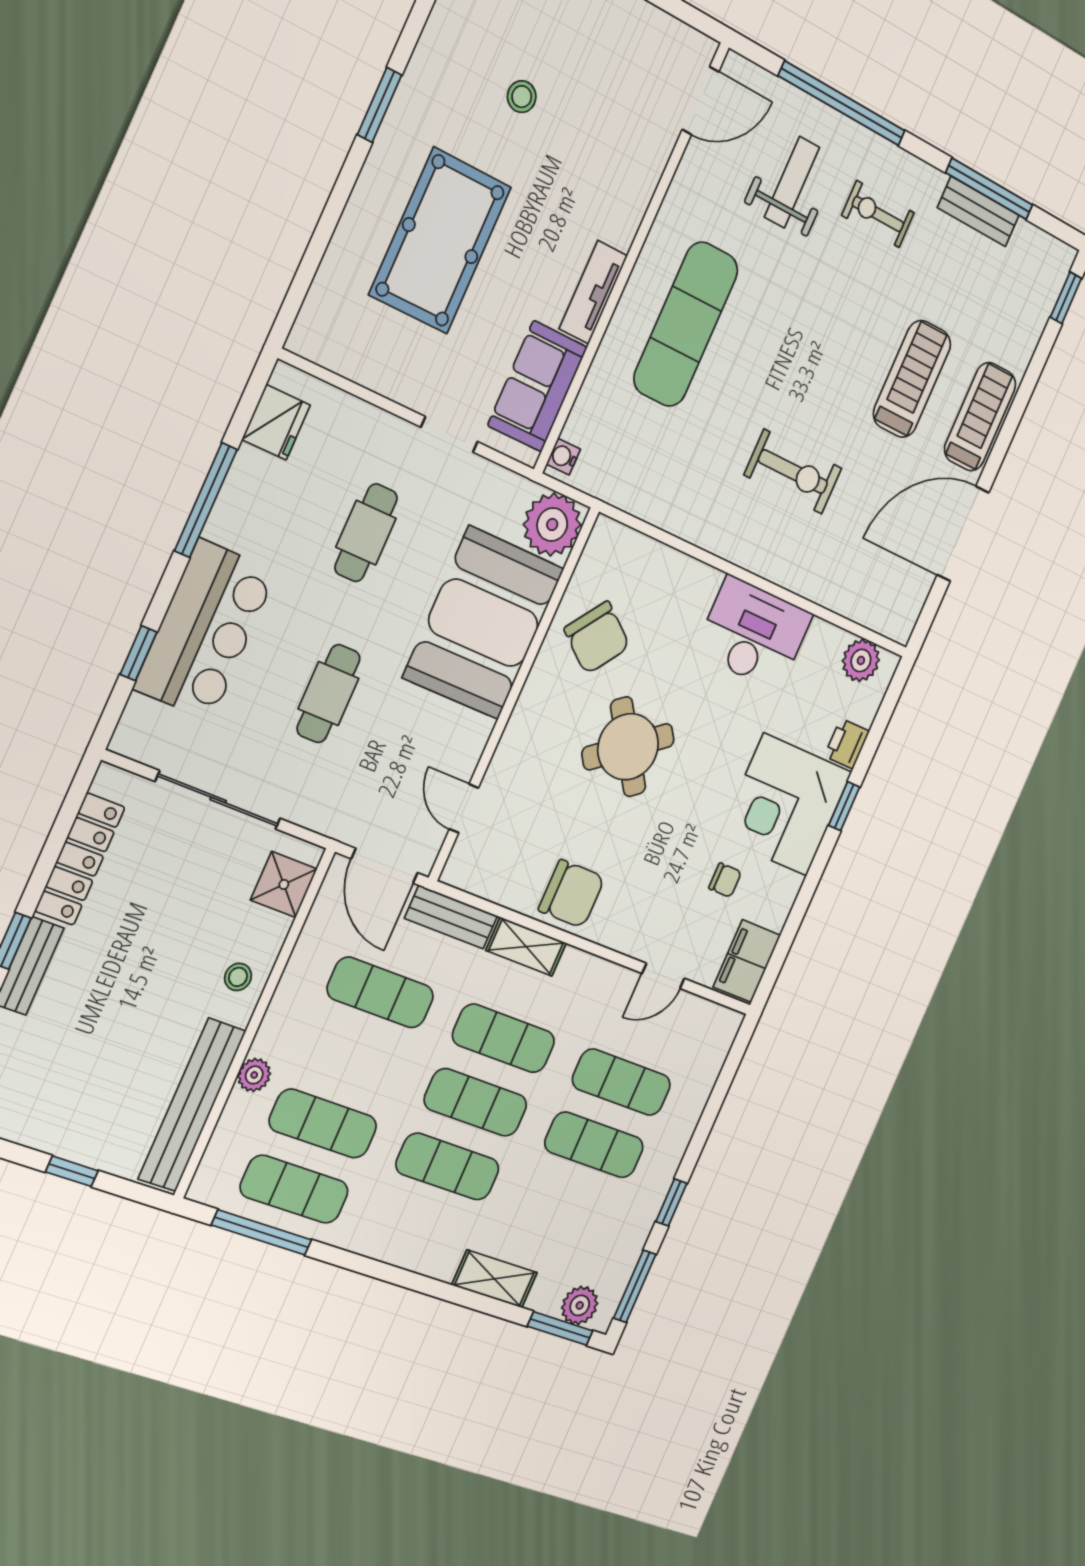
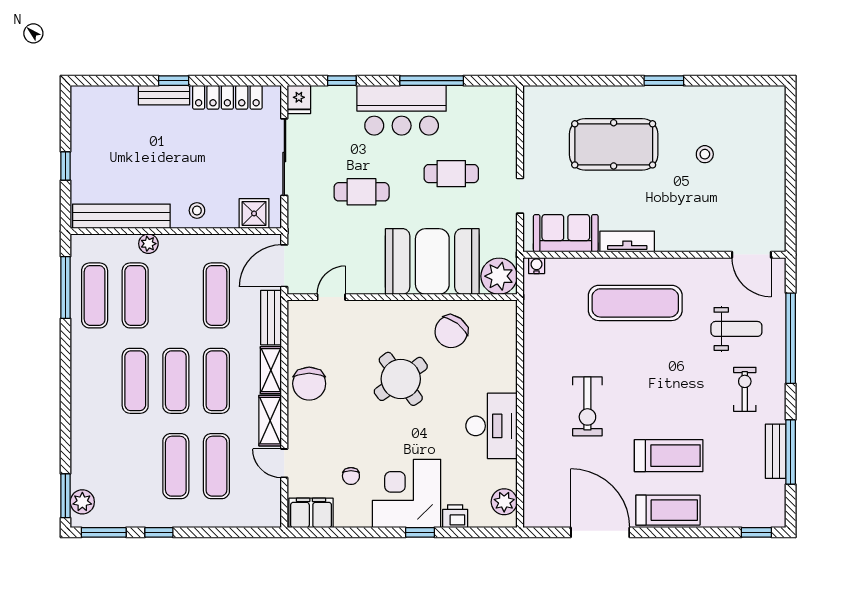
fridge: (276, 422) -> (299, 100), moved, width x0.72
bar counter: (205, 630) -> (402, 110), moved
shelving: (494, 1279) -> (270, 421), moved

